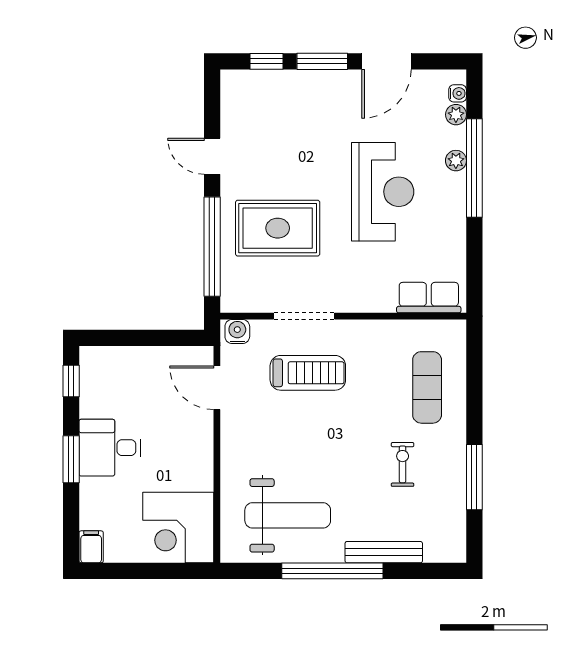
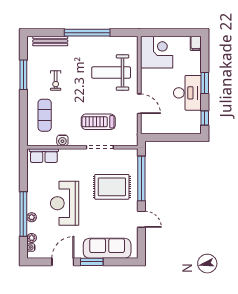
window: (266, 61) -> (117, 262), removed
sofa: (288, 92) -> (107, 248), added
water cooler: (237, 332) -> (62, 140), moved
door: (217, 388) -> (139, 104), moved
desk: (110, 448) -> (187, 93), width x1.37
weight bench: (288, 515) -> (111, 73), moved
bench: (384, 552) -> (50, 41), moved

